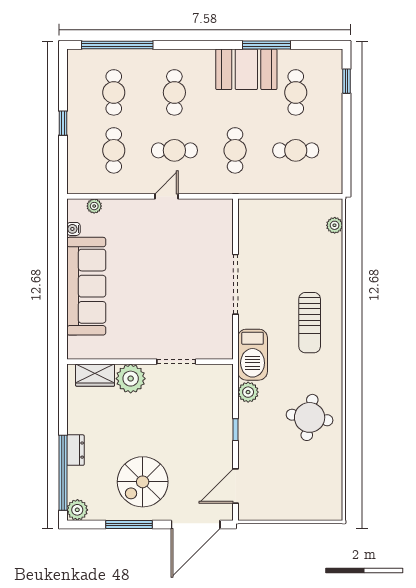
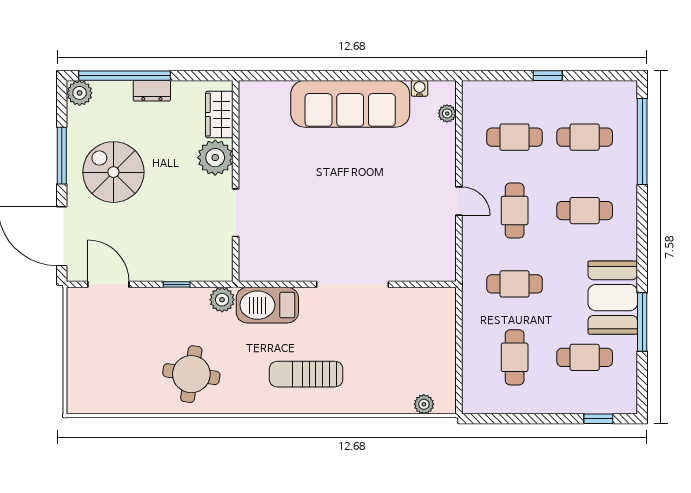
wall: (150, 362) -> (236, 181), moved
doorway: (176, 362) -> (236, 213), moved
wardrobe: (95, 375) -> (219, 115), moved
plant: (131, 379) -> (215, 158), moved

